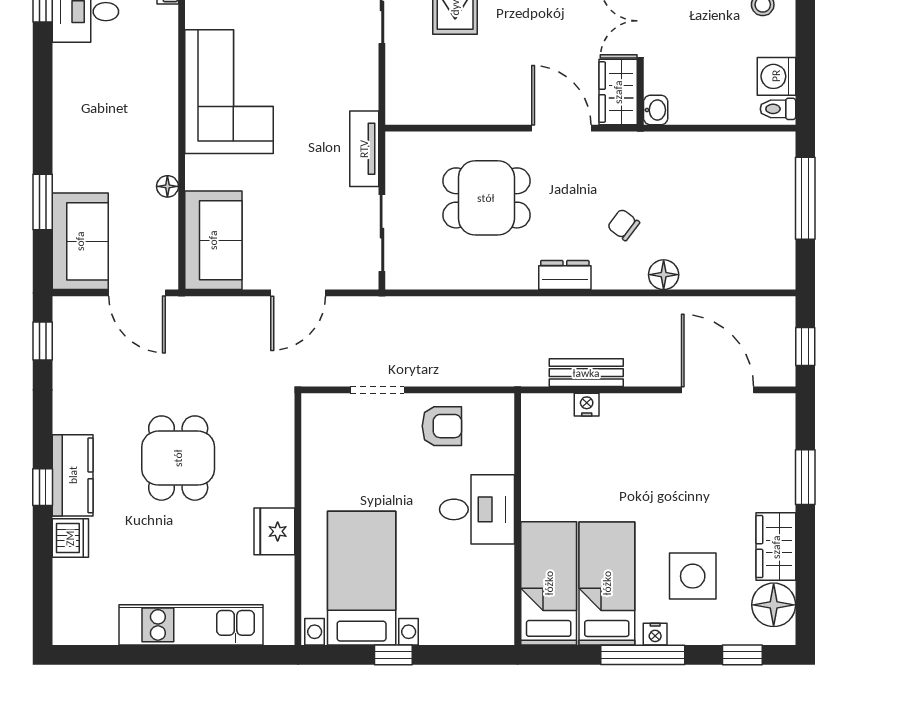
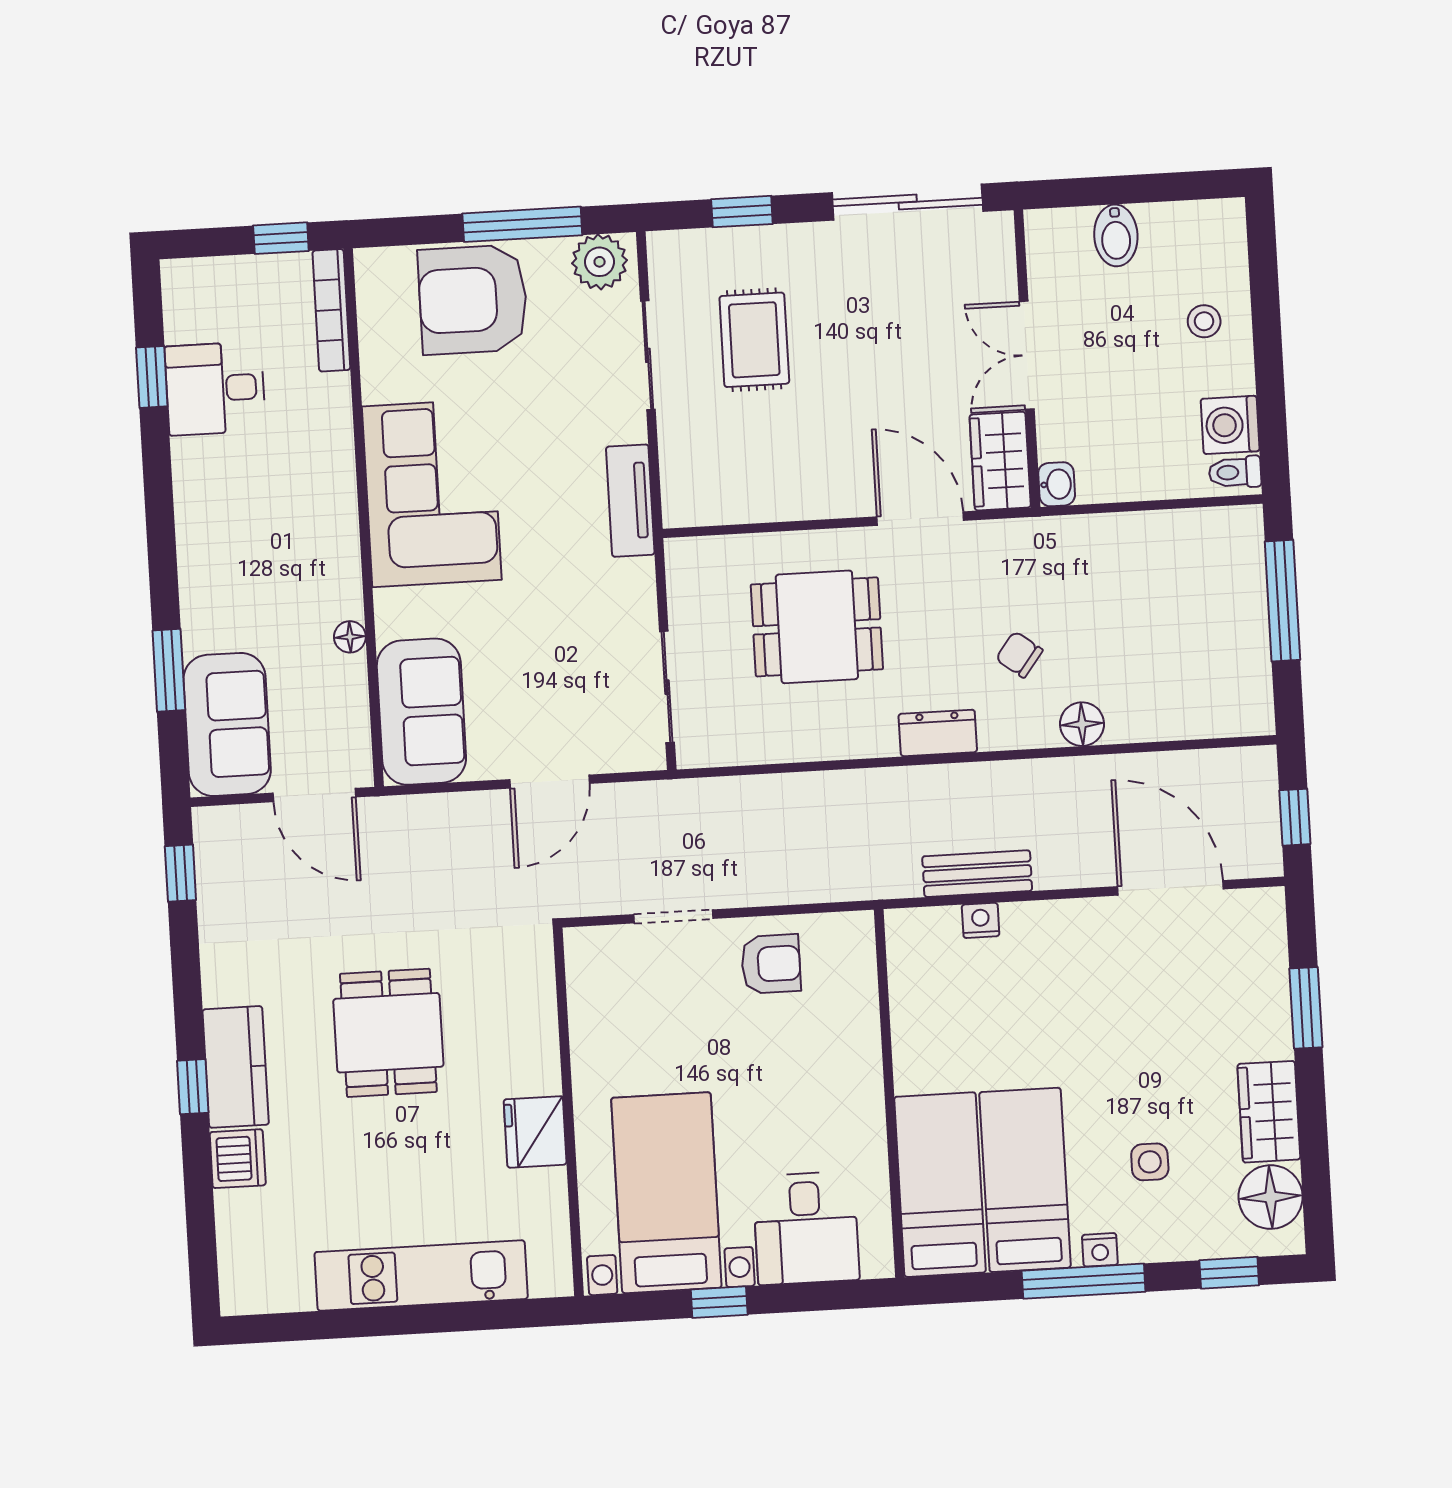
tv unit: (364, 149) -> (630, 501), moved
desk: (477, 509) -> (806, 1228), moved, turned 90
side table: (693, 576) -> (1150, 1162), width x0.54, depth x0.54

